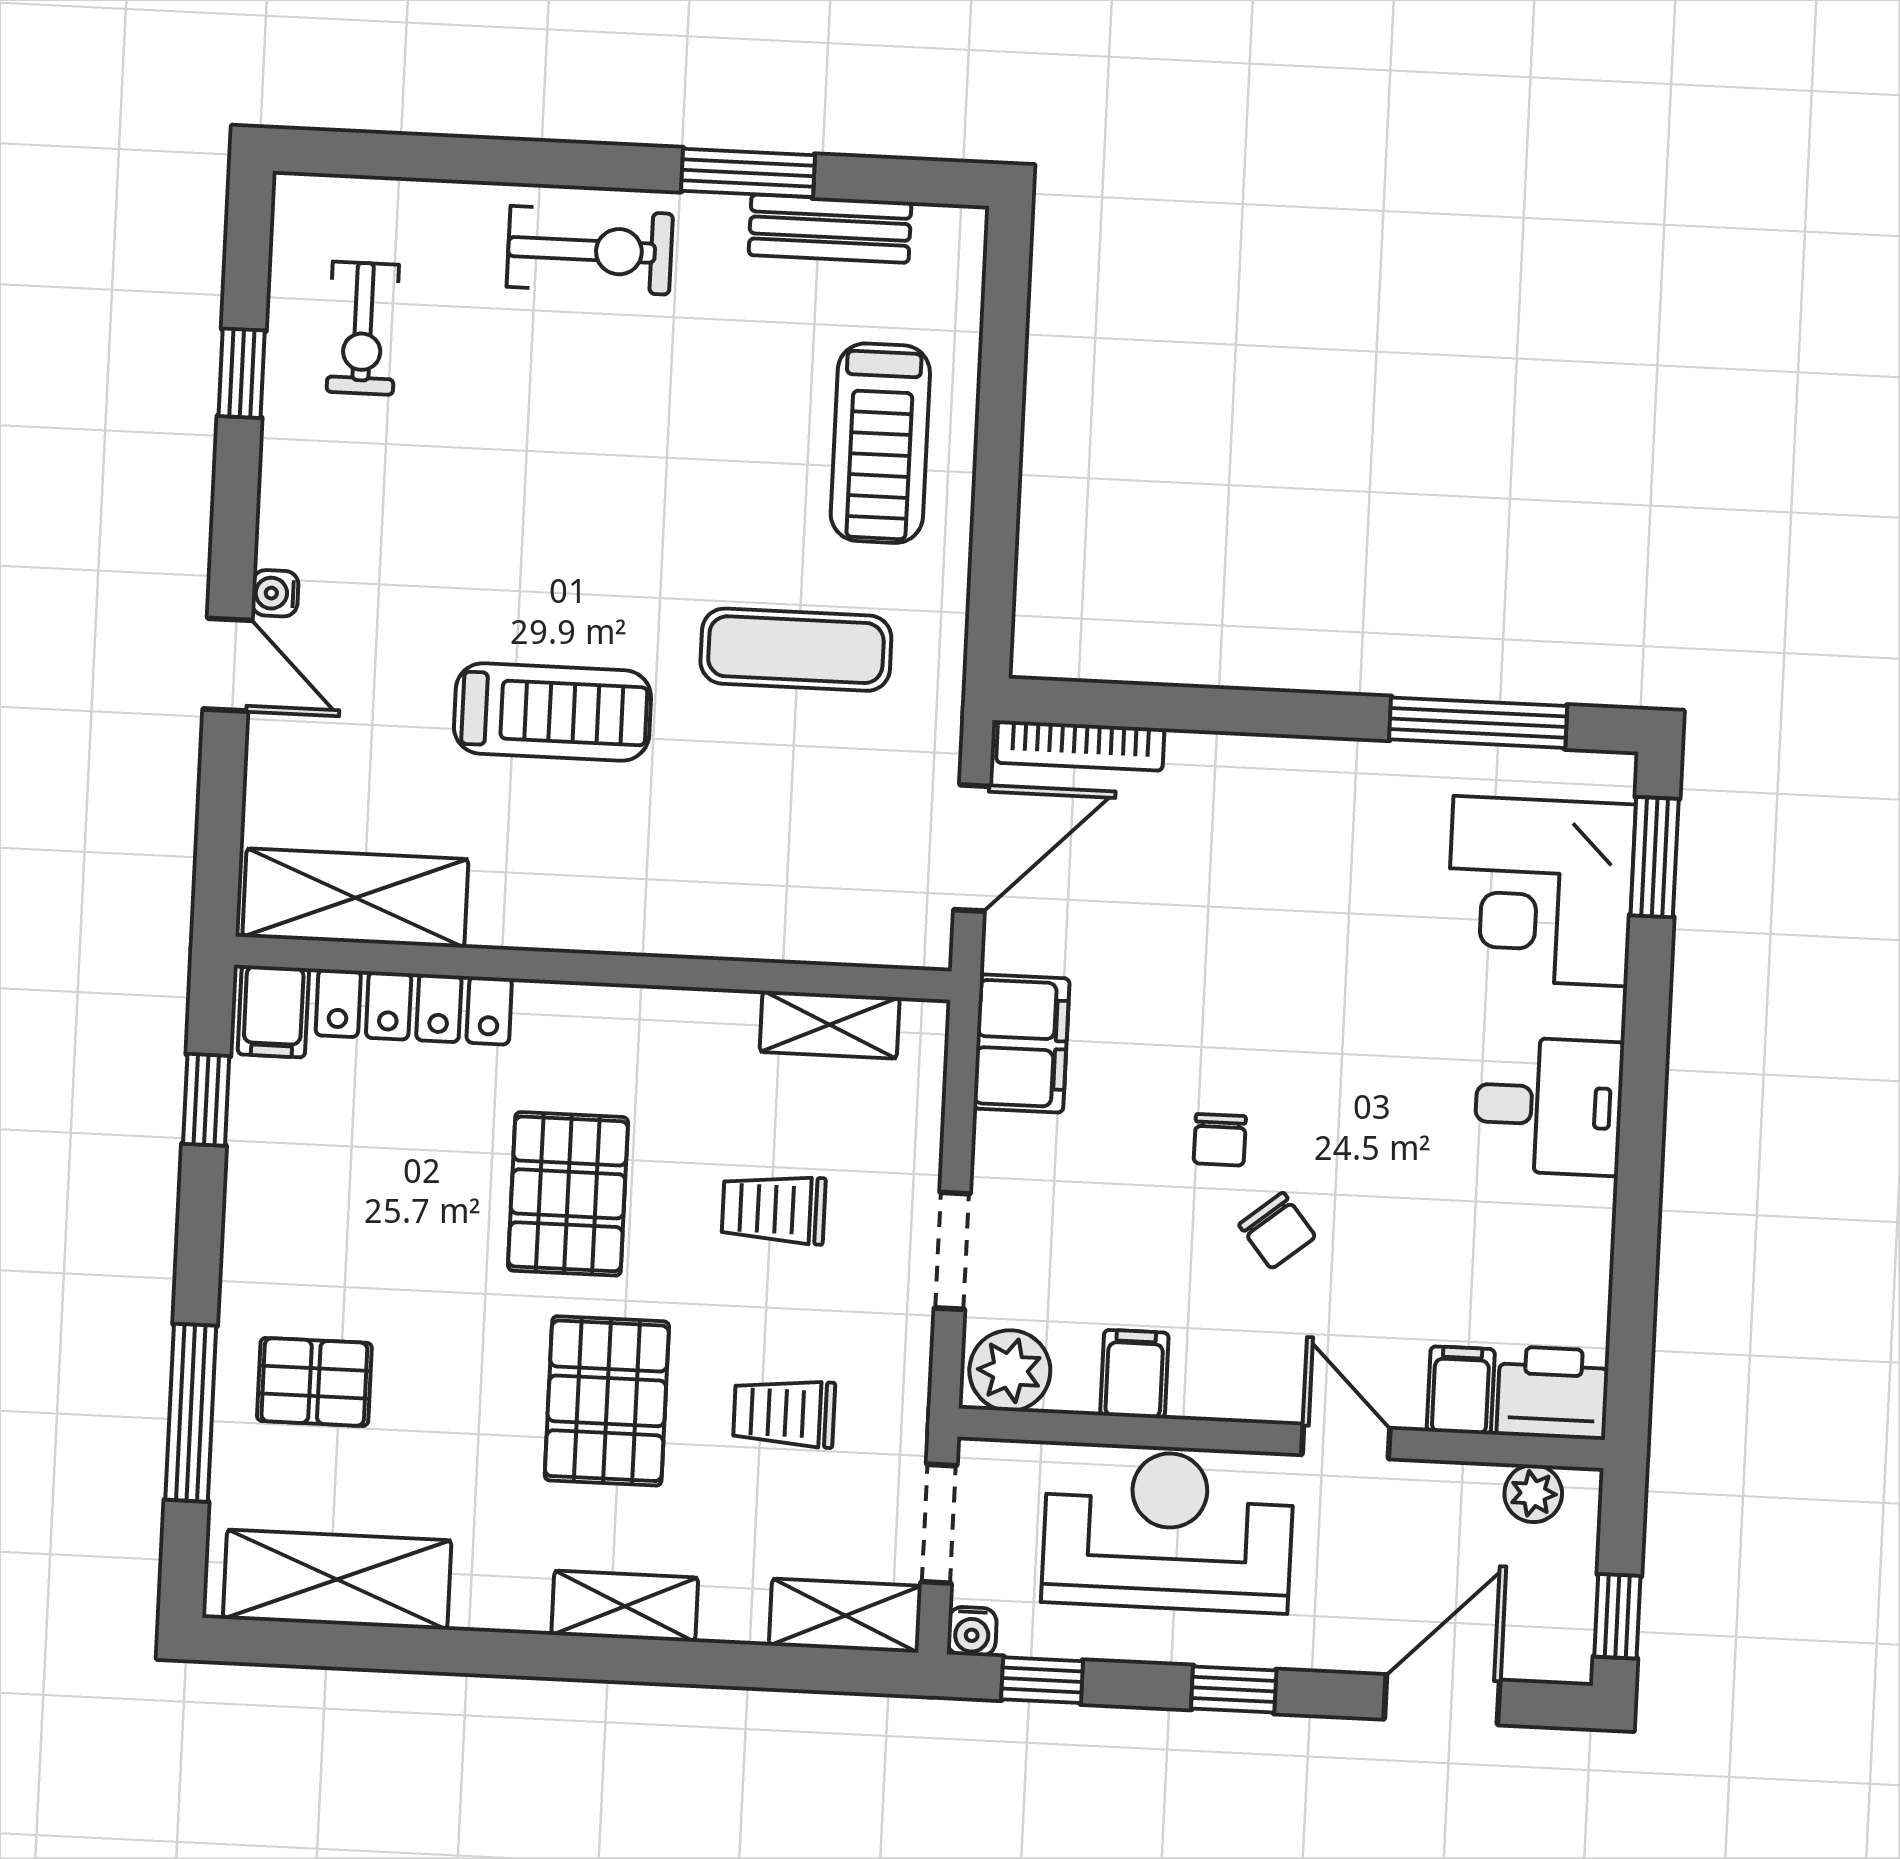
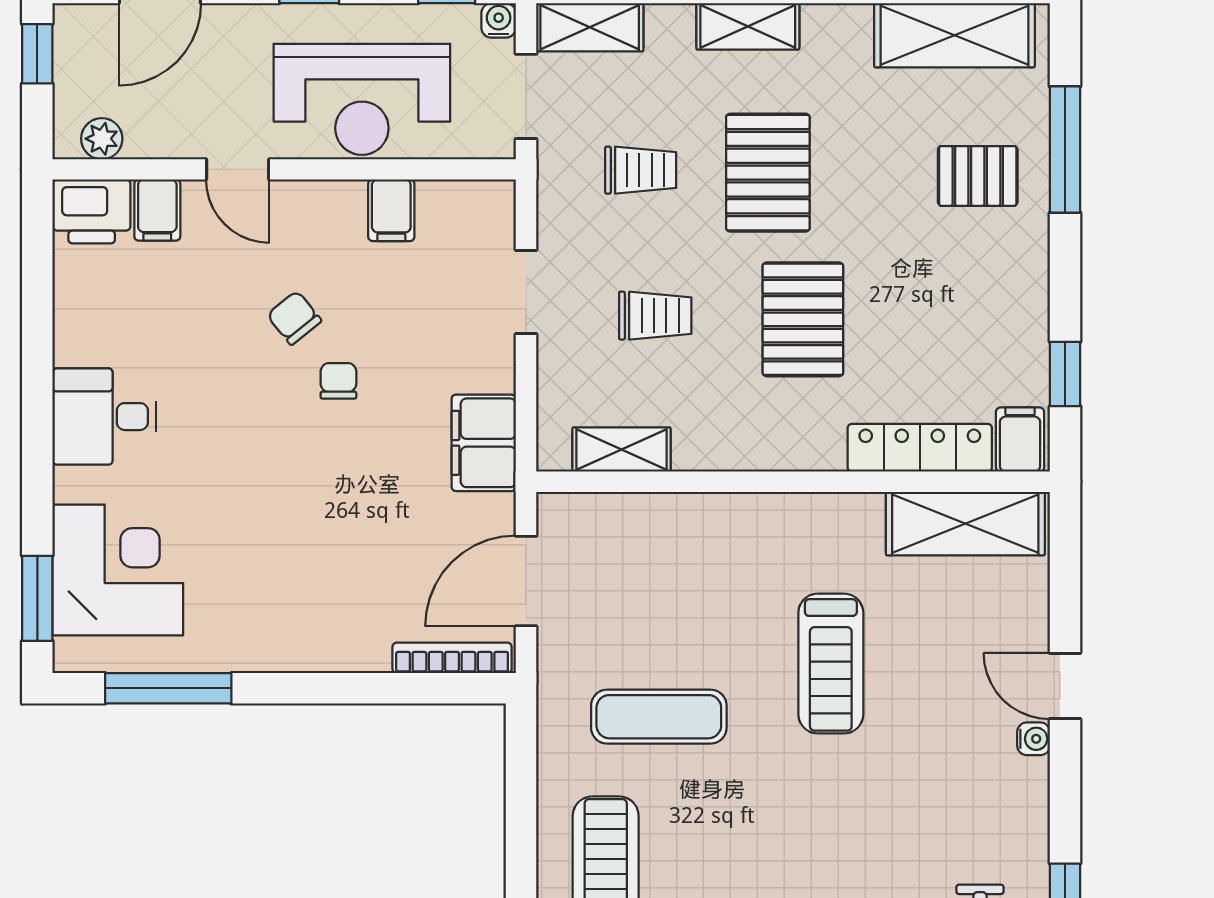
treadmill: (552, 712) -> (831, 664), turned -90
plant: (1010, 1371) -> (481, 208), removed

